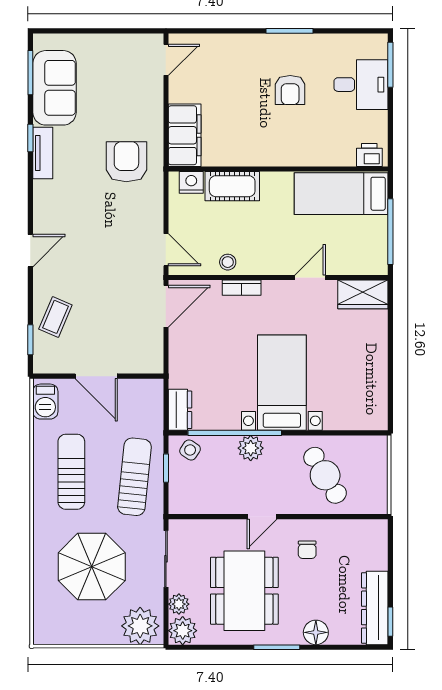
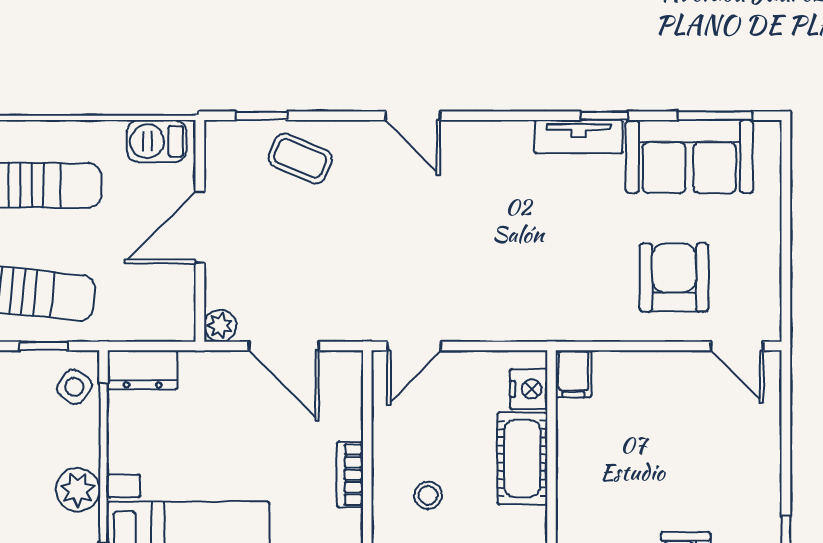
filing cabinet: (185, 135) -> (573, 374), width x0.33, depth x0.86
armchair: (126, 162) -> (674, 277), moved, turned -90
stool: (228, 262) -> (428, 495), moved
door: (166, 306) -> (284, 346), moved
plant: (154, 364) -> (220, 326), added

